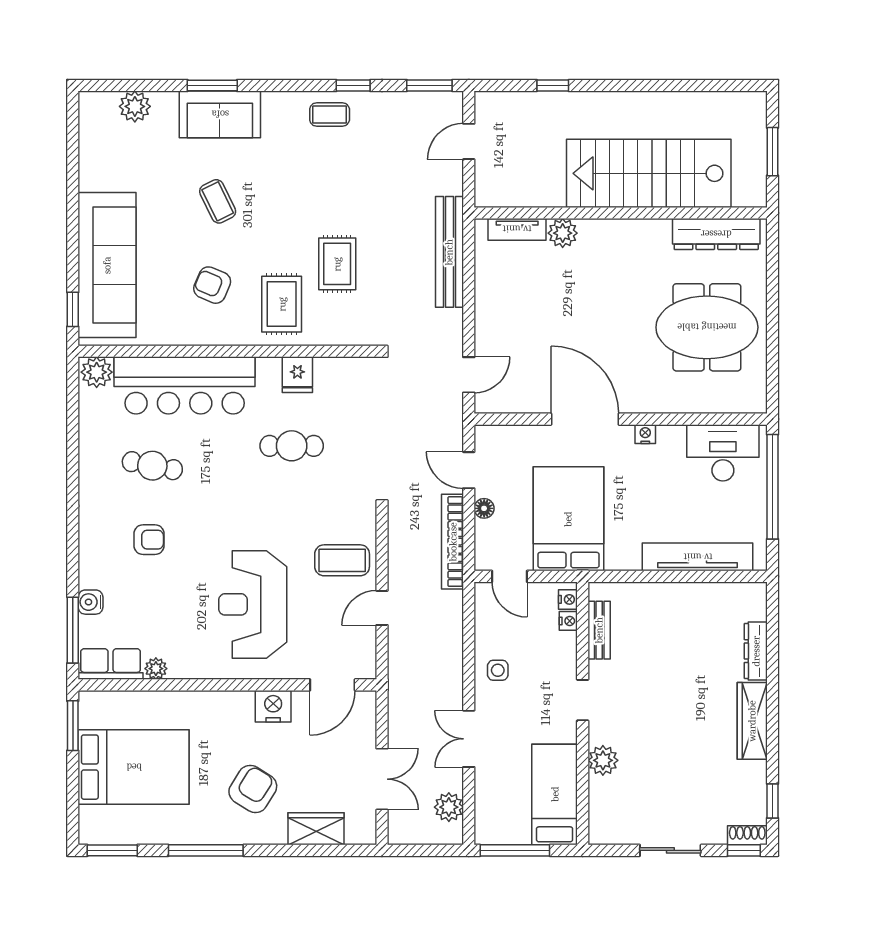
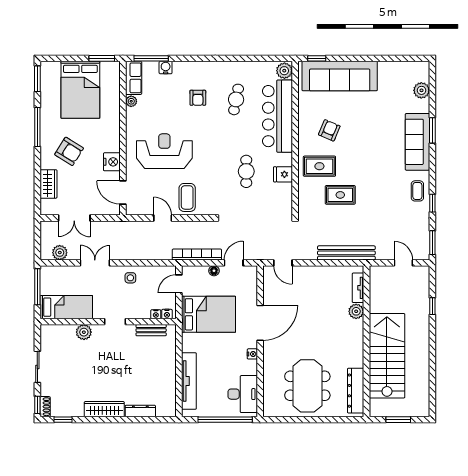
sofa: (220, 114) -> (417, 142), width x1.36
coffee table: (218, 201) -> (373, 133), removed

